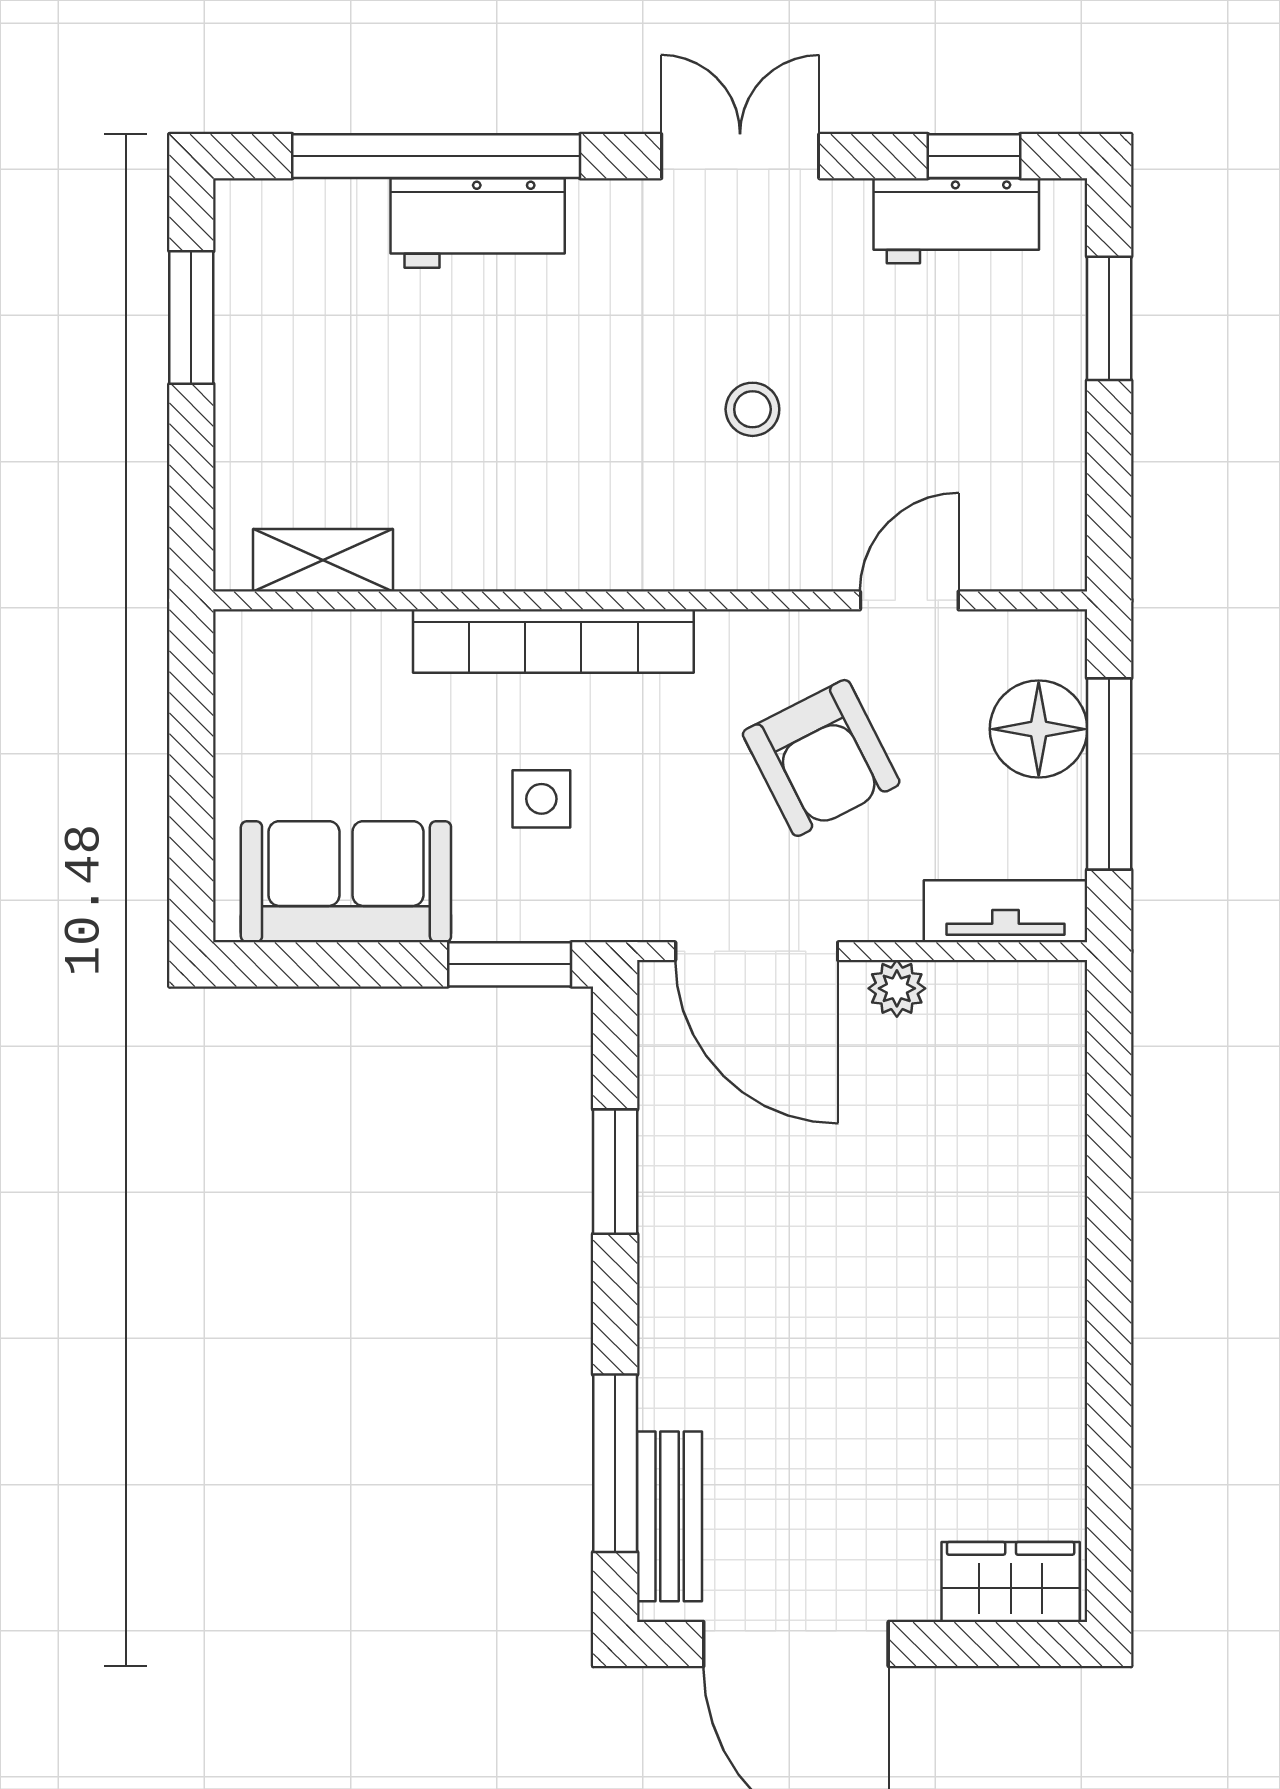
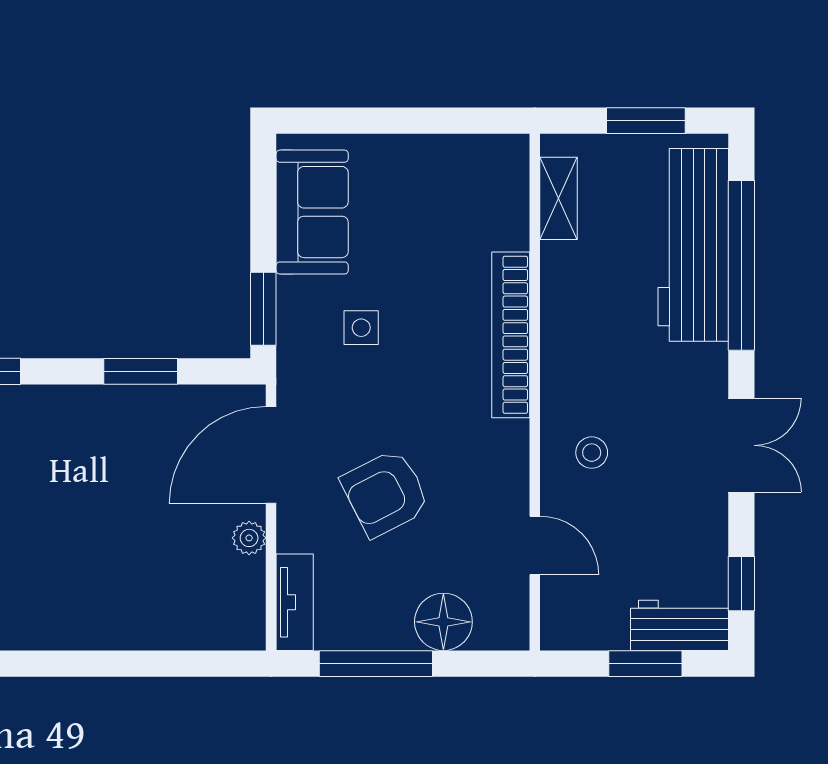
workbench: (956, 221) -> (680, 625), moved, turned 90
workbench: (478, 223) -> (693, 245), width x1.88, depth x1.32
shelving: (323, 560) -> (559, 198), moved
wall: (650, 600) -> (535, 392), moved
door: (909, 600) -> (535, 545), moved
bookcase: (553, 641) -> (511, 335), moved
floor lamp: (1039, 729) -> (443, 622), moved

